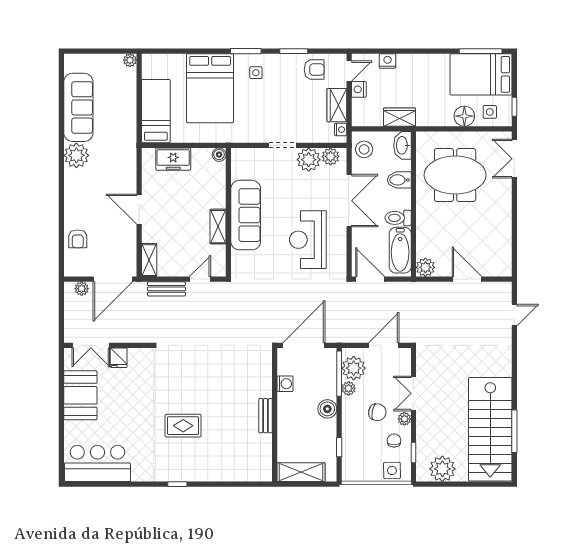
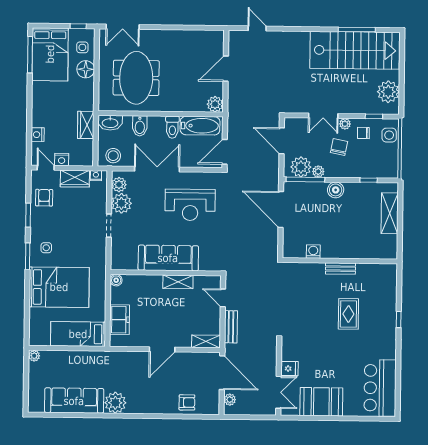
washing machine: (285, 384) -> (313, 252), moved
wall: (275, 415) -> (340, 261), moved
bench: (266, 416) -> (340, 269), moved

